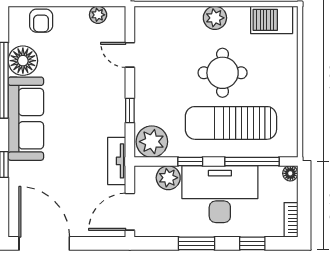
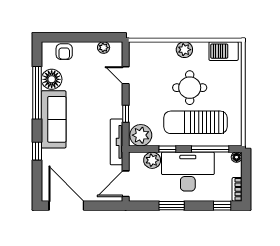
tv unit: (117, 161) -> (117, 142), width x1.41
window: (252, 243) -> (222, 206), moved

